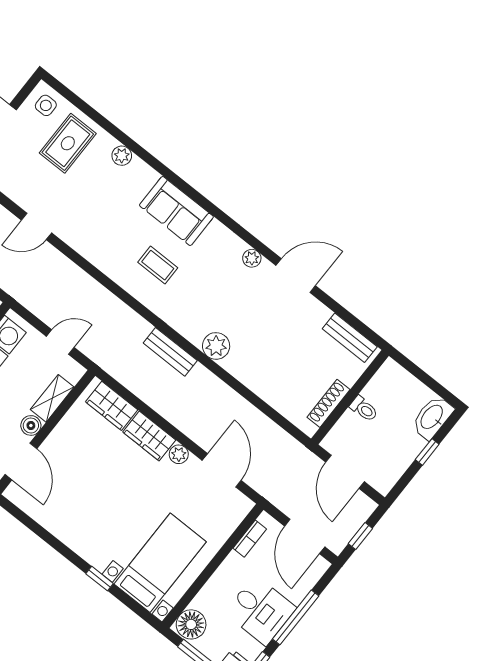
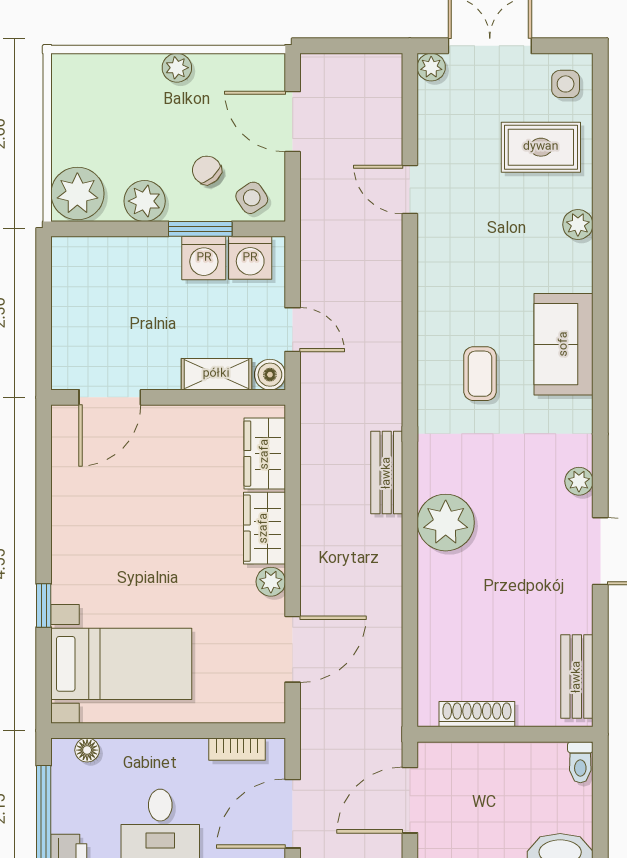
plant: (216, 346) -> (446, 523), width x1.36, depth x1.36
toilet: (364, 409) -> (580, 762), moved
boiler: (31, 425) -> (270, 375), moved
floor lamp: (191, 624) -> (87, 750), width x0.53, depth x0.53

